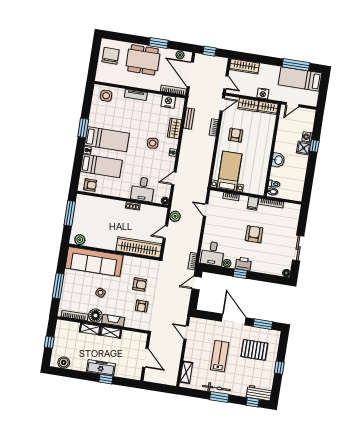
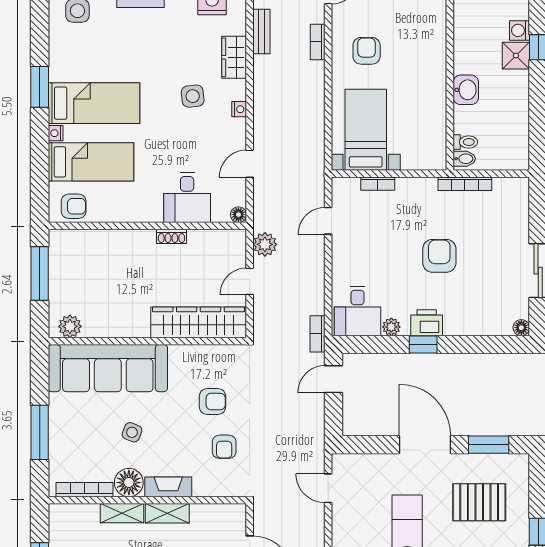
filing cabinet: (253, 203) -> (426, 191), removed
door: (206, 210) -> (328, 221), hinge flipped

